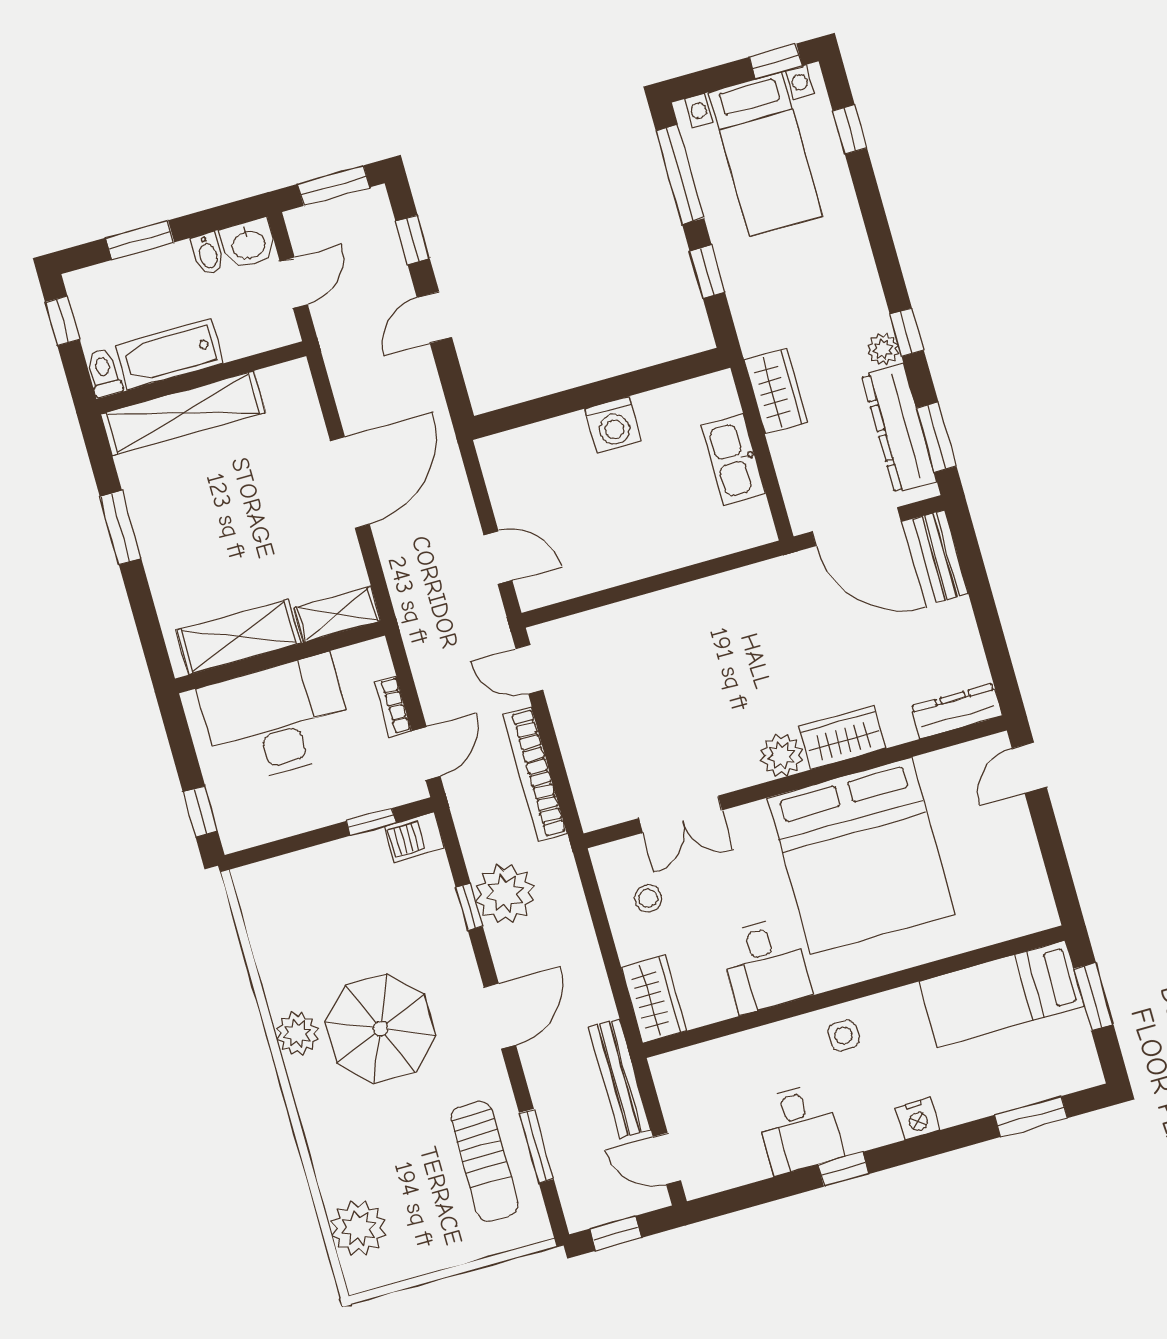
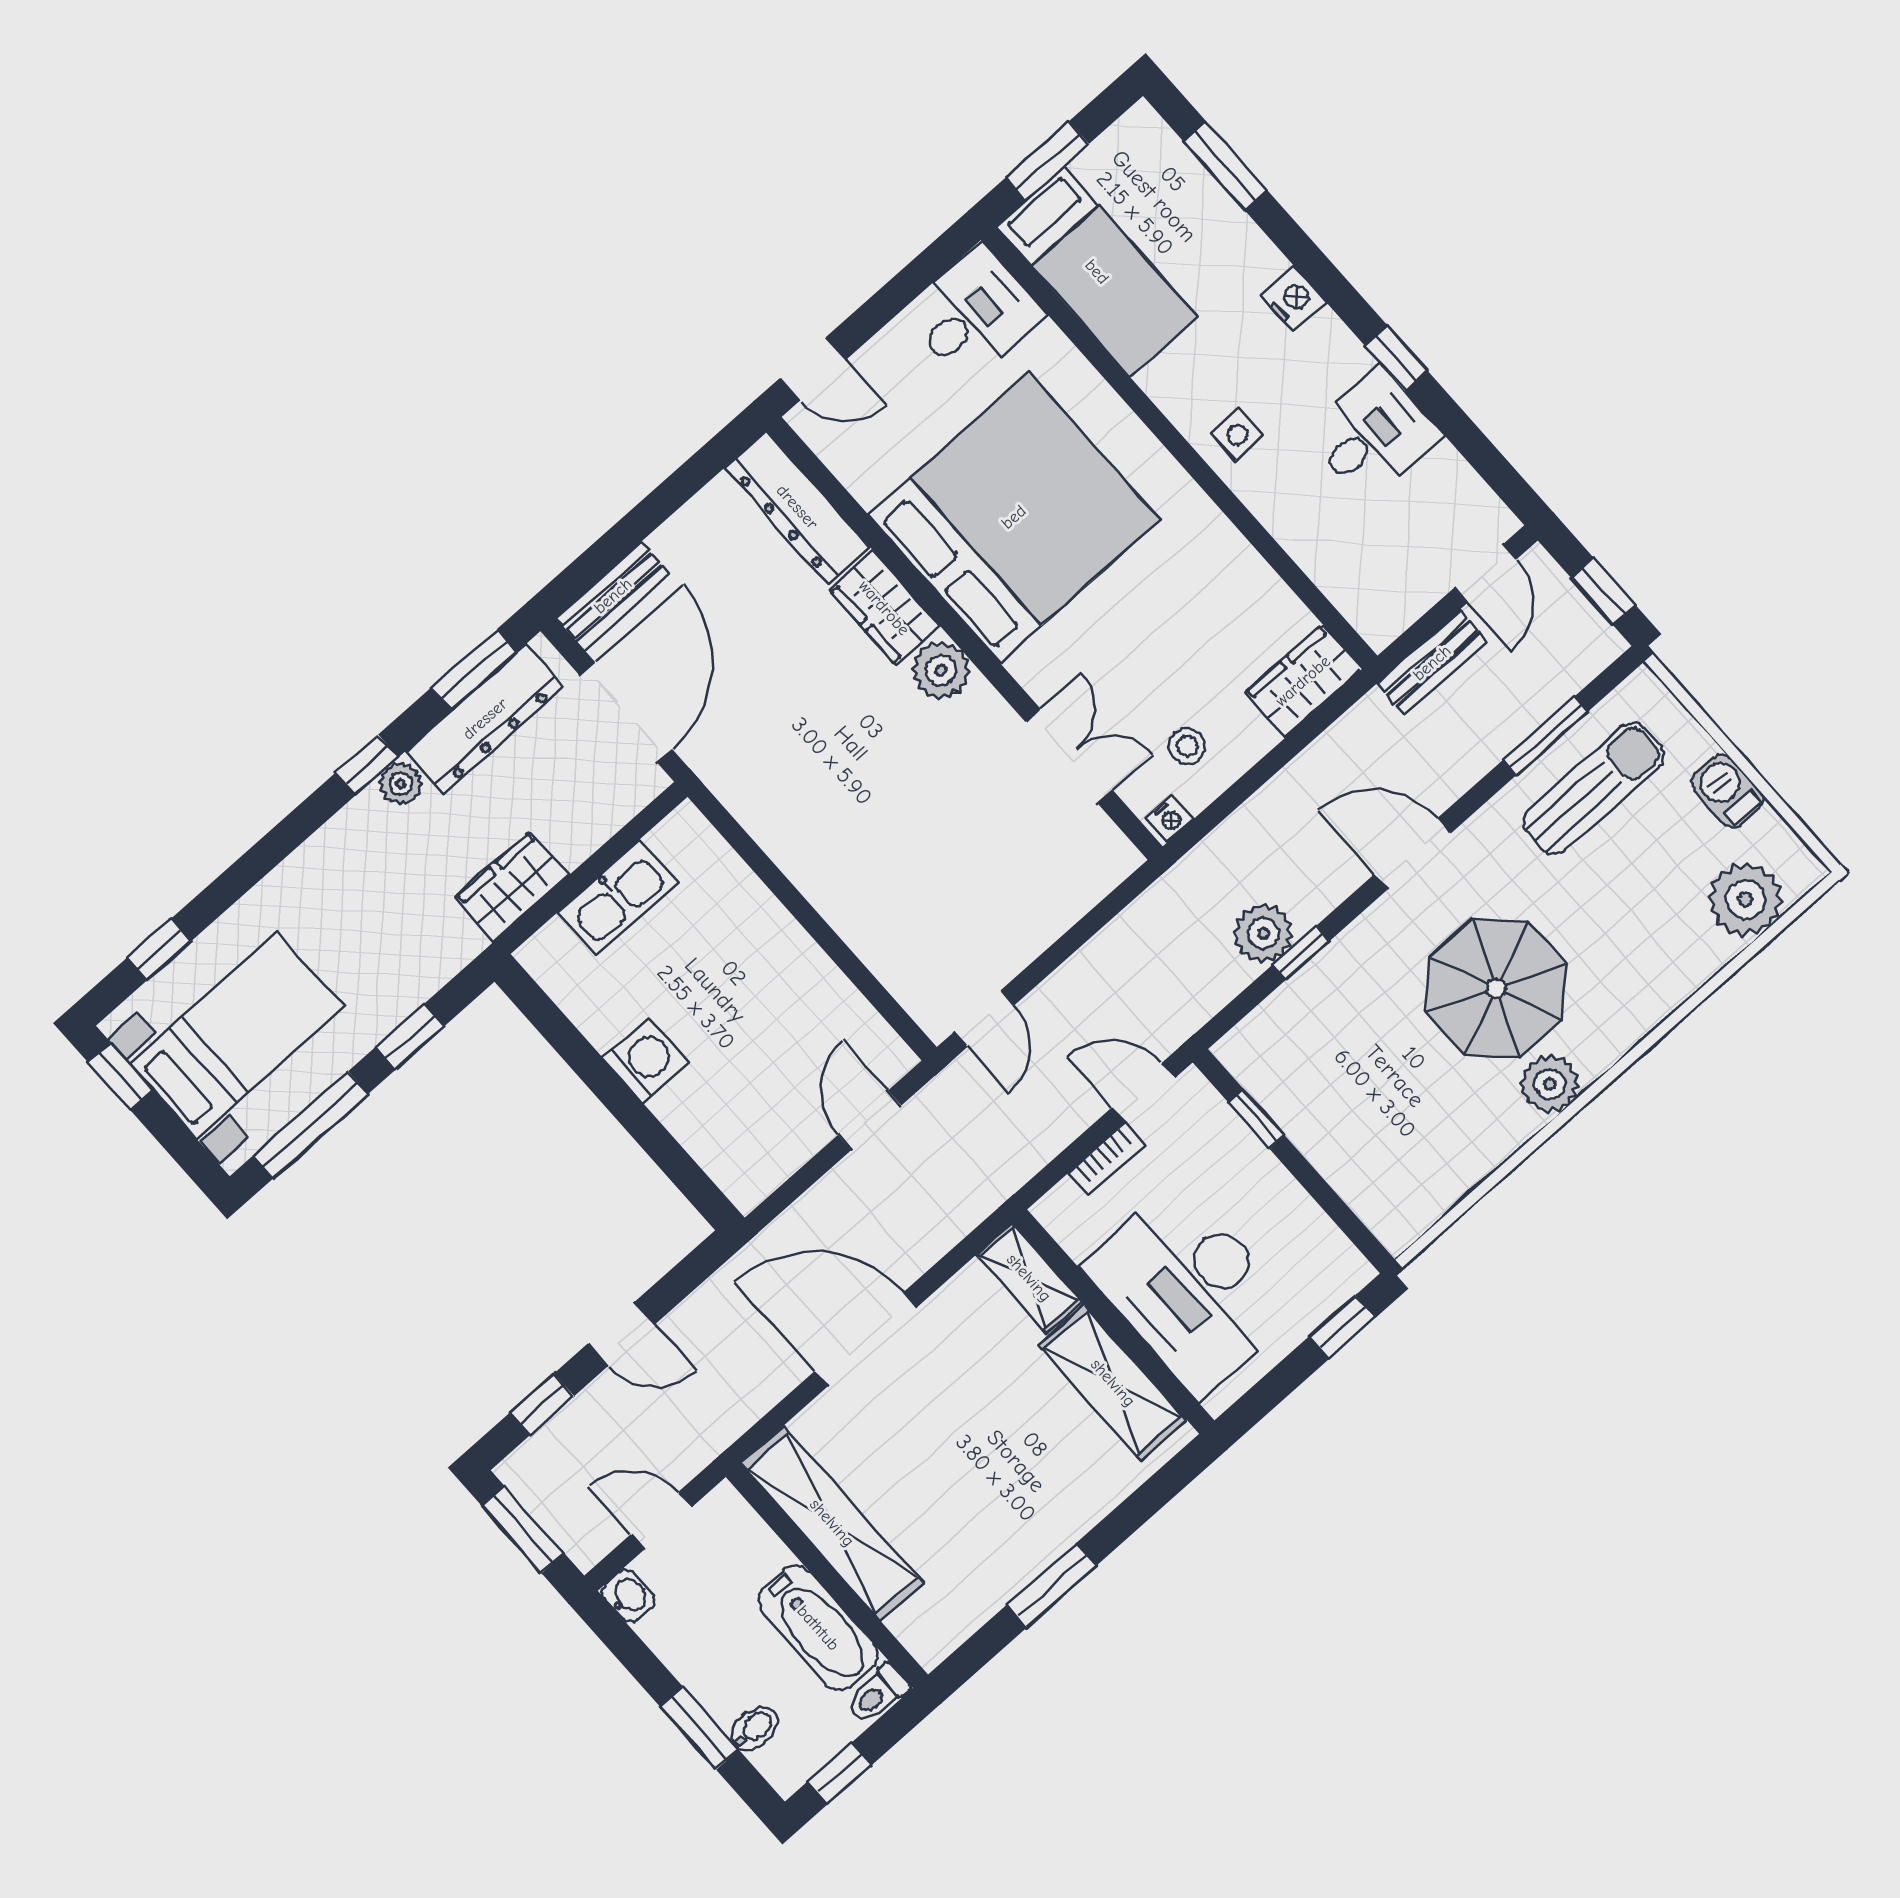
washbasin: (248, 244) -> (628, 1596), width x0.72, depth x0.69
bidet: (208, 253) -> (754, 1729), moved
shelving: (183, 413) -> (832, 1523), moved
dresser: (956, 711) -> (797, 507), width x1.37, depth x1.24
bookcase: (535, 774) -> (1105, 952), removed
barbecue: (414, 837) -> (1727, 791), moved, turned 180
nightstand: (604, 862) -> (1170, 819), added
plant: (505, 894) -> (1263, 933), width x0.73, depth x0.73
desk: (765, 965) -> (974, 314), moved
bench: (620, 1078) -> (1432, 663), width x0.73

